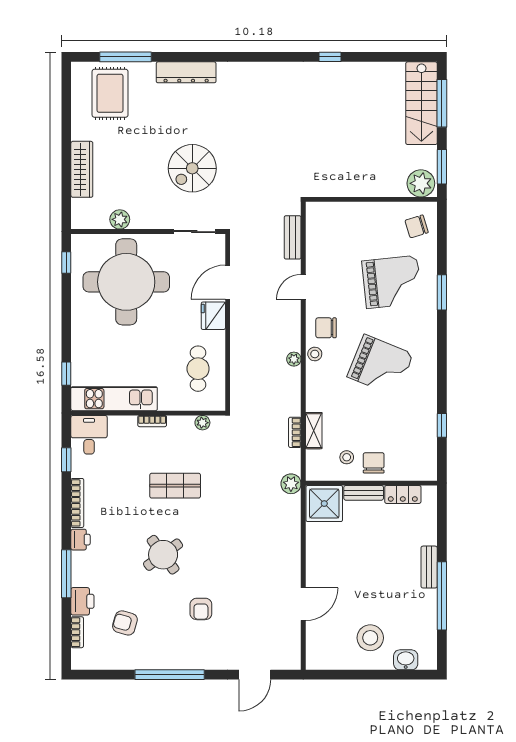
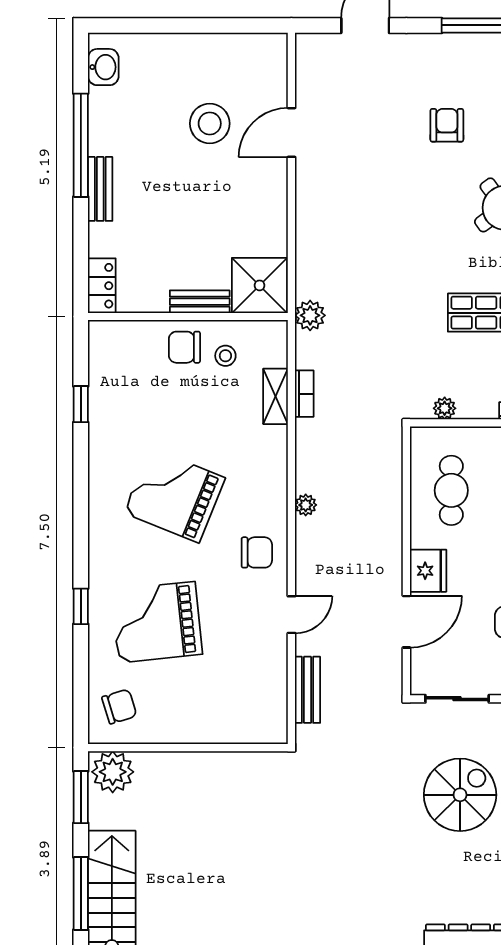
window: (442, 292) -> (81, 606), width x0.67
stool: (315, 354) -> (274, 513), removed
chair: (374, 463) -> (184, 347), turned 90
locker: (403, 494) -> (102, 286), moved, turned 90
stool: (370, 638) -> (210, 123), moved
washbasin: (406, 660) -> (103, 67), moved, turned -90

